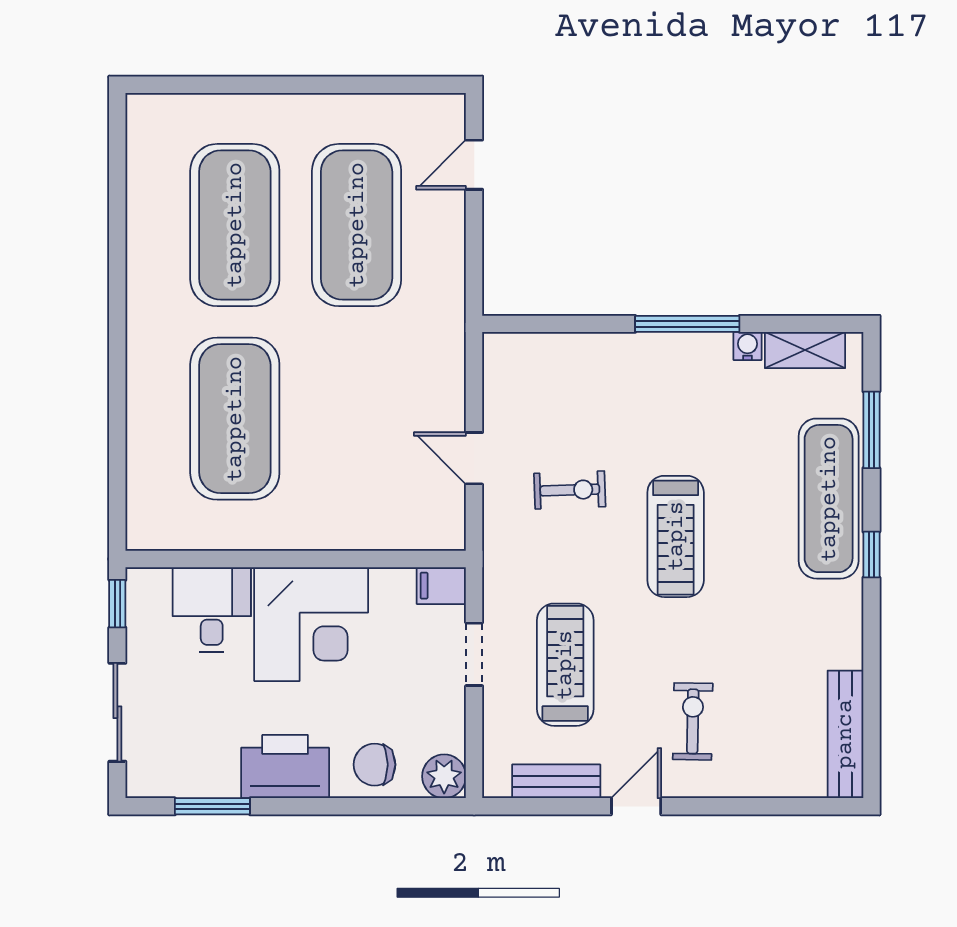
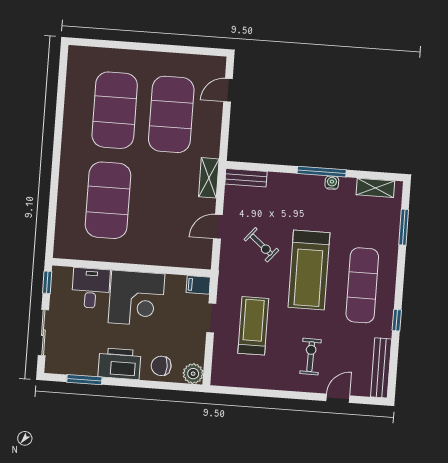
water cooler: (748, 346) -> (332, 183), moved
shelving: (447, 355) -> (209, 178), added
door: (474, 458) -> (218, 227), hinge flipped
exercise bike: (570, 490) -> (261, 245), turned 42
exercise mat: (829, 499) -> (362, 285), moved
treadmill: (676, 536) -> (309, 270), width x1.37, depth x1.38
window: (871, 555) -> (397, 320), moved
bench: (556, 781) -> (246, 178), moved
door: (636, 806) -> (338, 398), moved

